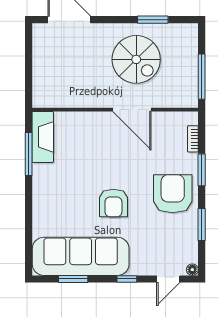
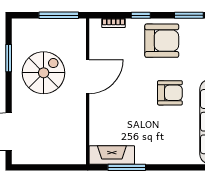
window: (202, 170) -> (141, 15), width x0.67
armchair: (173, 194) -> (162, 41), turned 180

